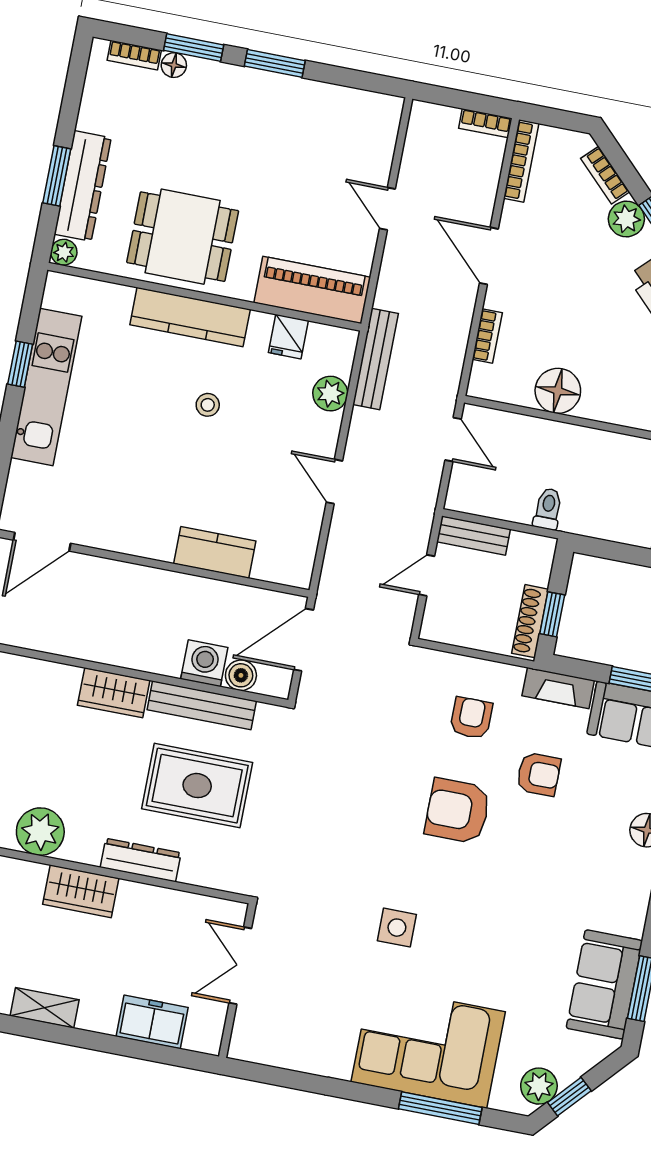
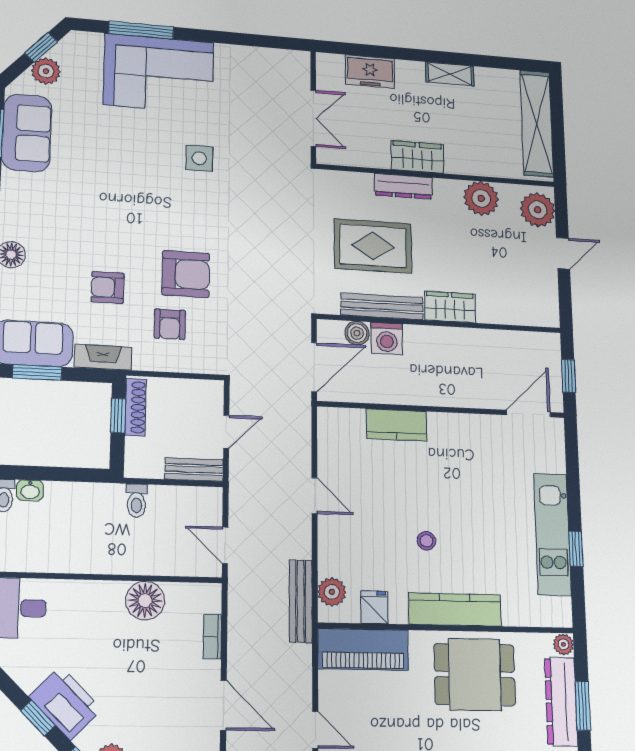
plant: (330, 394) -> (332, 592), moved
armchair: (458, 811) -> (186, 274), moved
wardrobe: (81, 891) -> (417, 157), moved
plant: (539, 1086) -> (46, 71), moved

